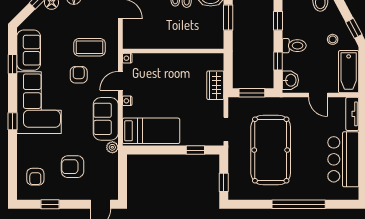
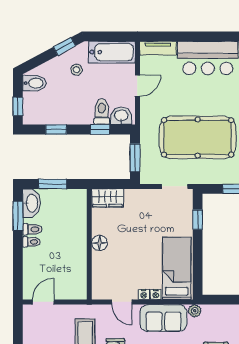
toilet: (294, 46) -> (102, 112), moved
nightstand: (127, 58) -> (156, 294), moved
floor lamp: (174, 60) -> (100, 243), added
wardrobe: (215, 85) -> (107, 198), moved

